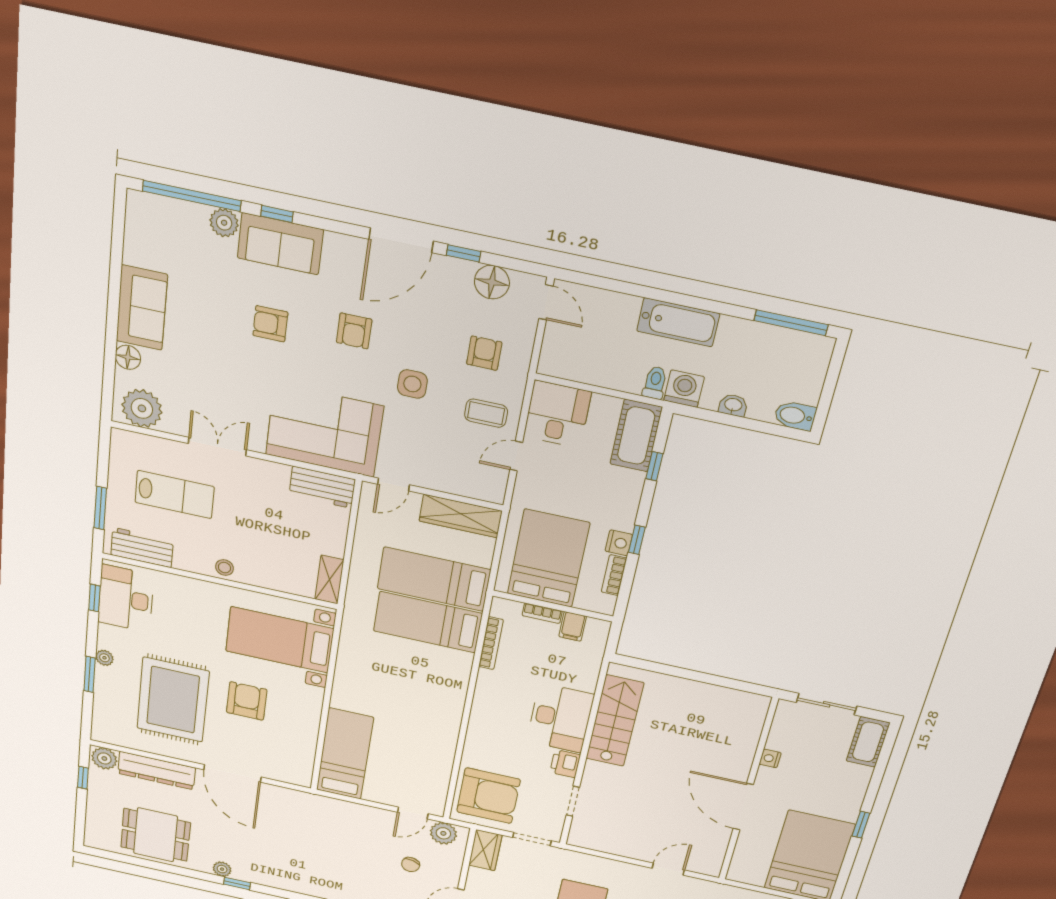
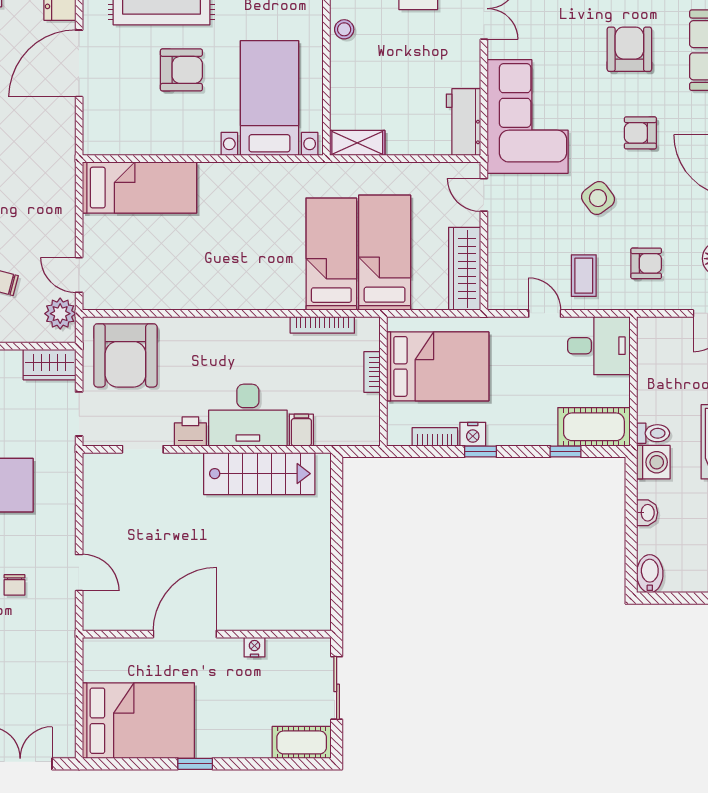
armchair: (270, 324) -> (629, 49), width x1.38, depth x1.38
side table: (412, 384) -> (598, 198), turned -37
filing cabinet: (573, 626) -> (301, 430), moved, turned 90

